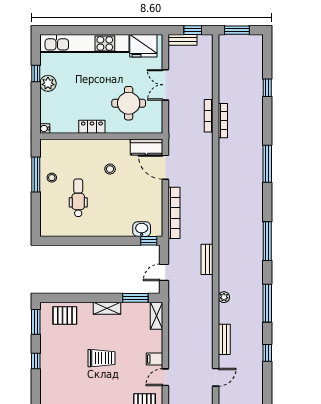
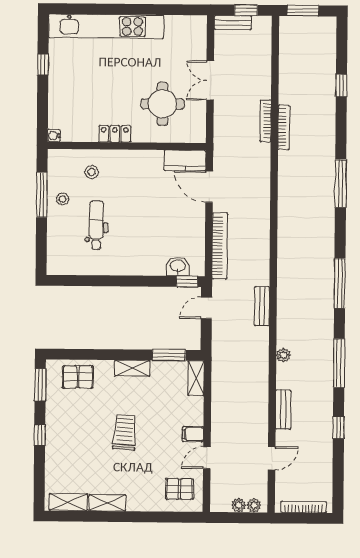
fridge: (143, 46) -> (182, 30), removed
plant: (48, 83) -> (59, 77), removed
stool: (110, 169) -> (92, 172), moved
door: (164, 272) -> (206, 308), moved
trolley: (102, 358) -> (125, 432), turned -86

